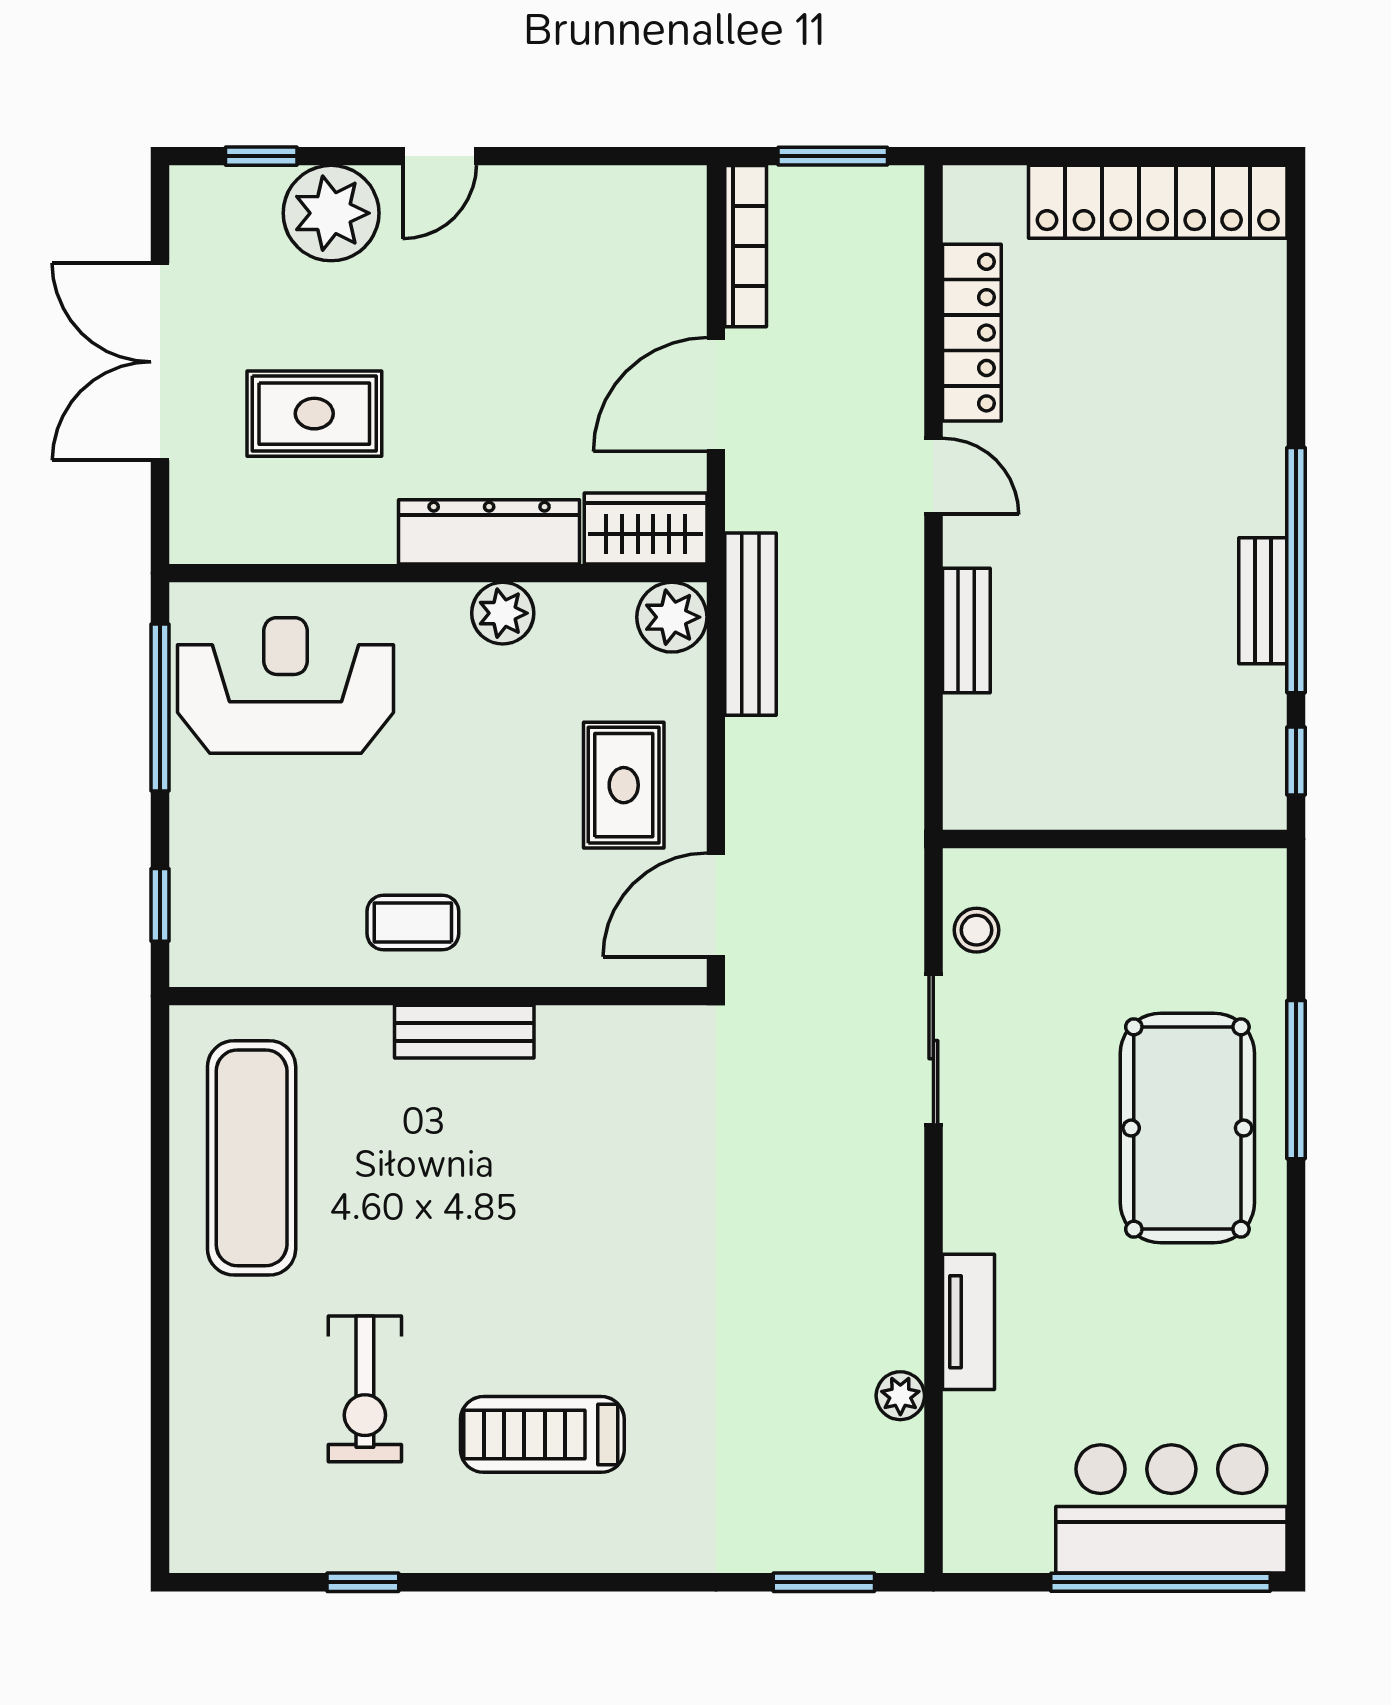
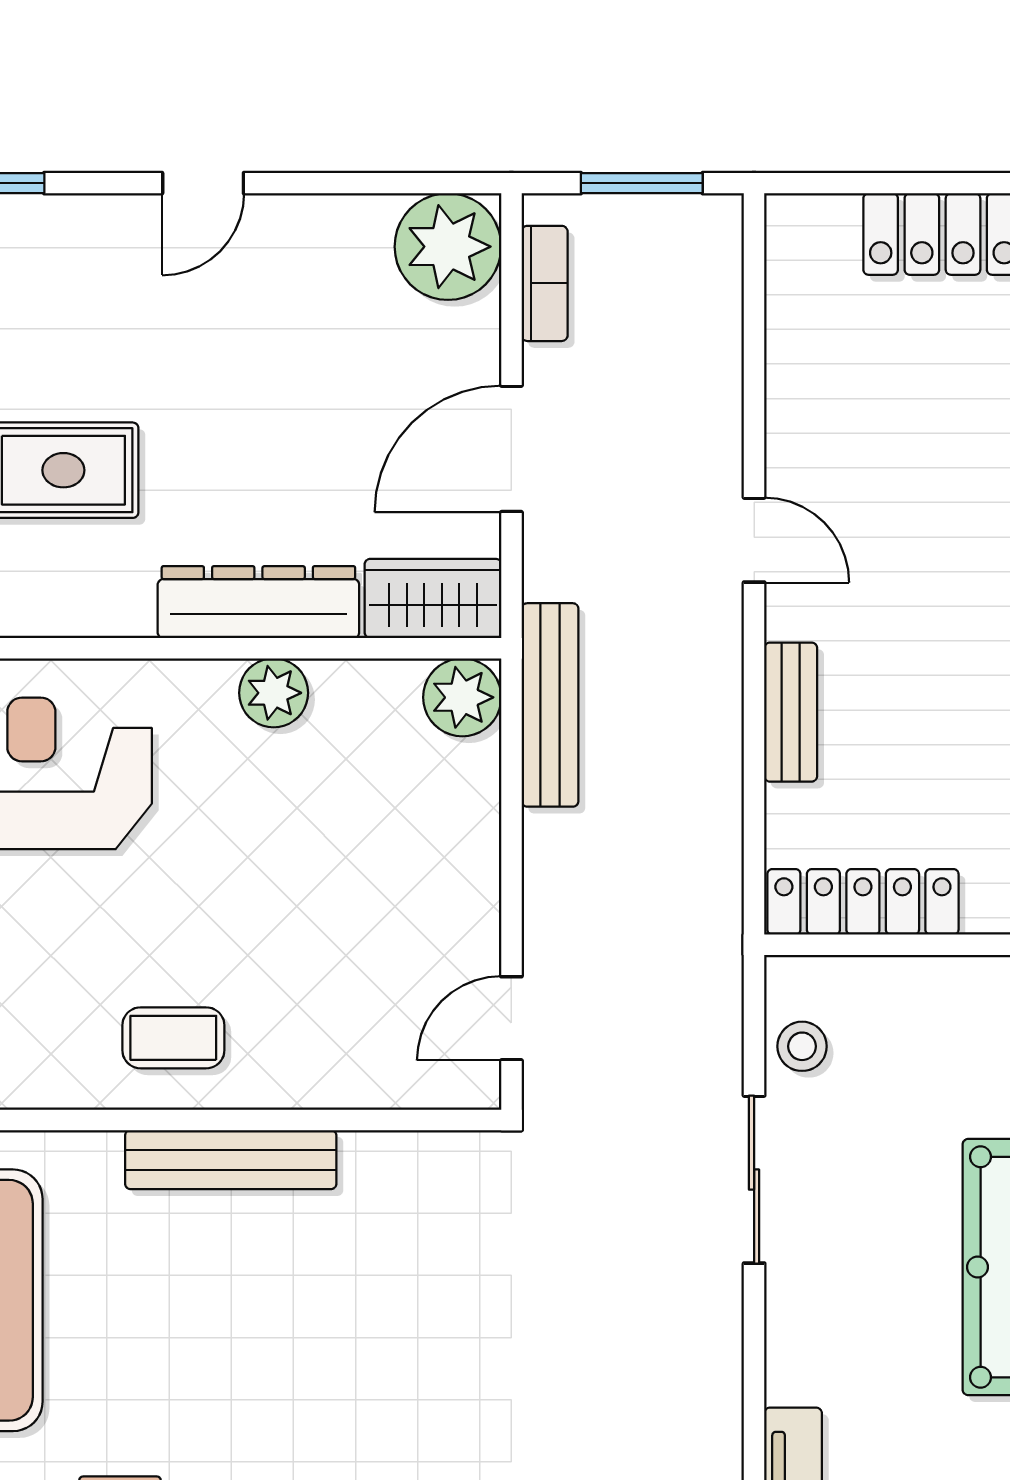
plant: (331, 213) -> (448, 247), moved
bookcase: (746, 246) -> (545, 283), width x0.64
locker: (972, 333) -> (863, 902), moved, turned -90
rug: (624, 785) -> (409, 885), removed
door: (716, 905) -> (511, 1018), width x0.73
bench: (464, 1032) -> (231, 1160), width x1.36

